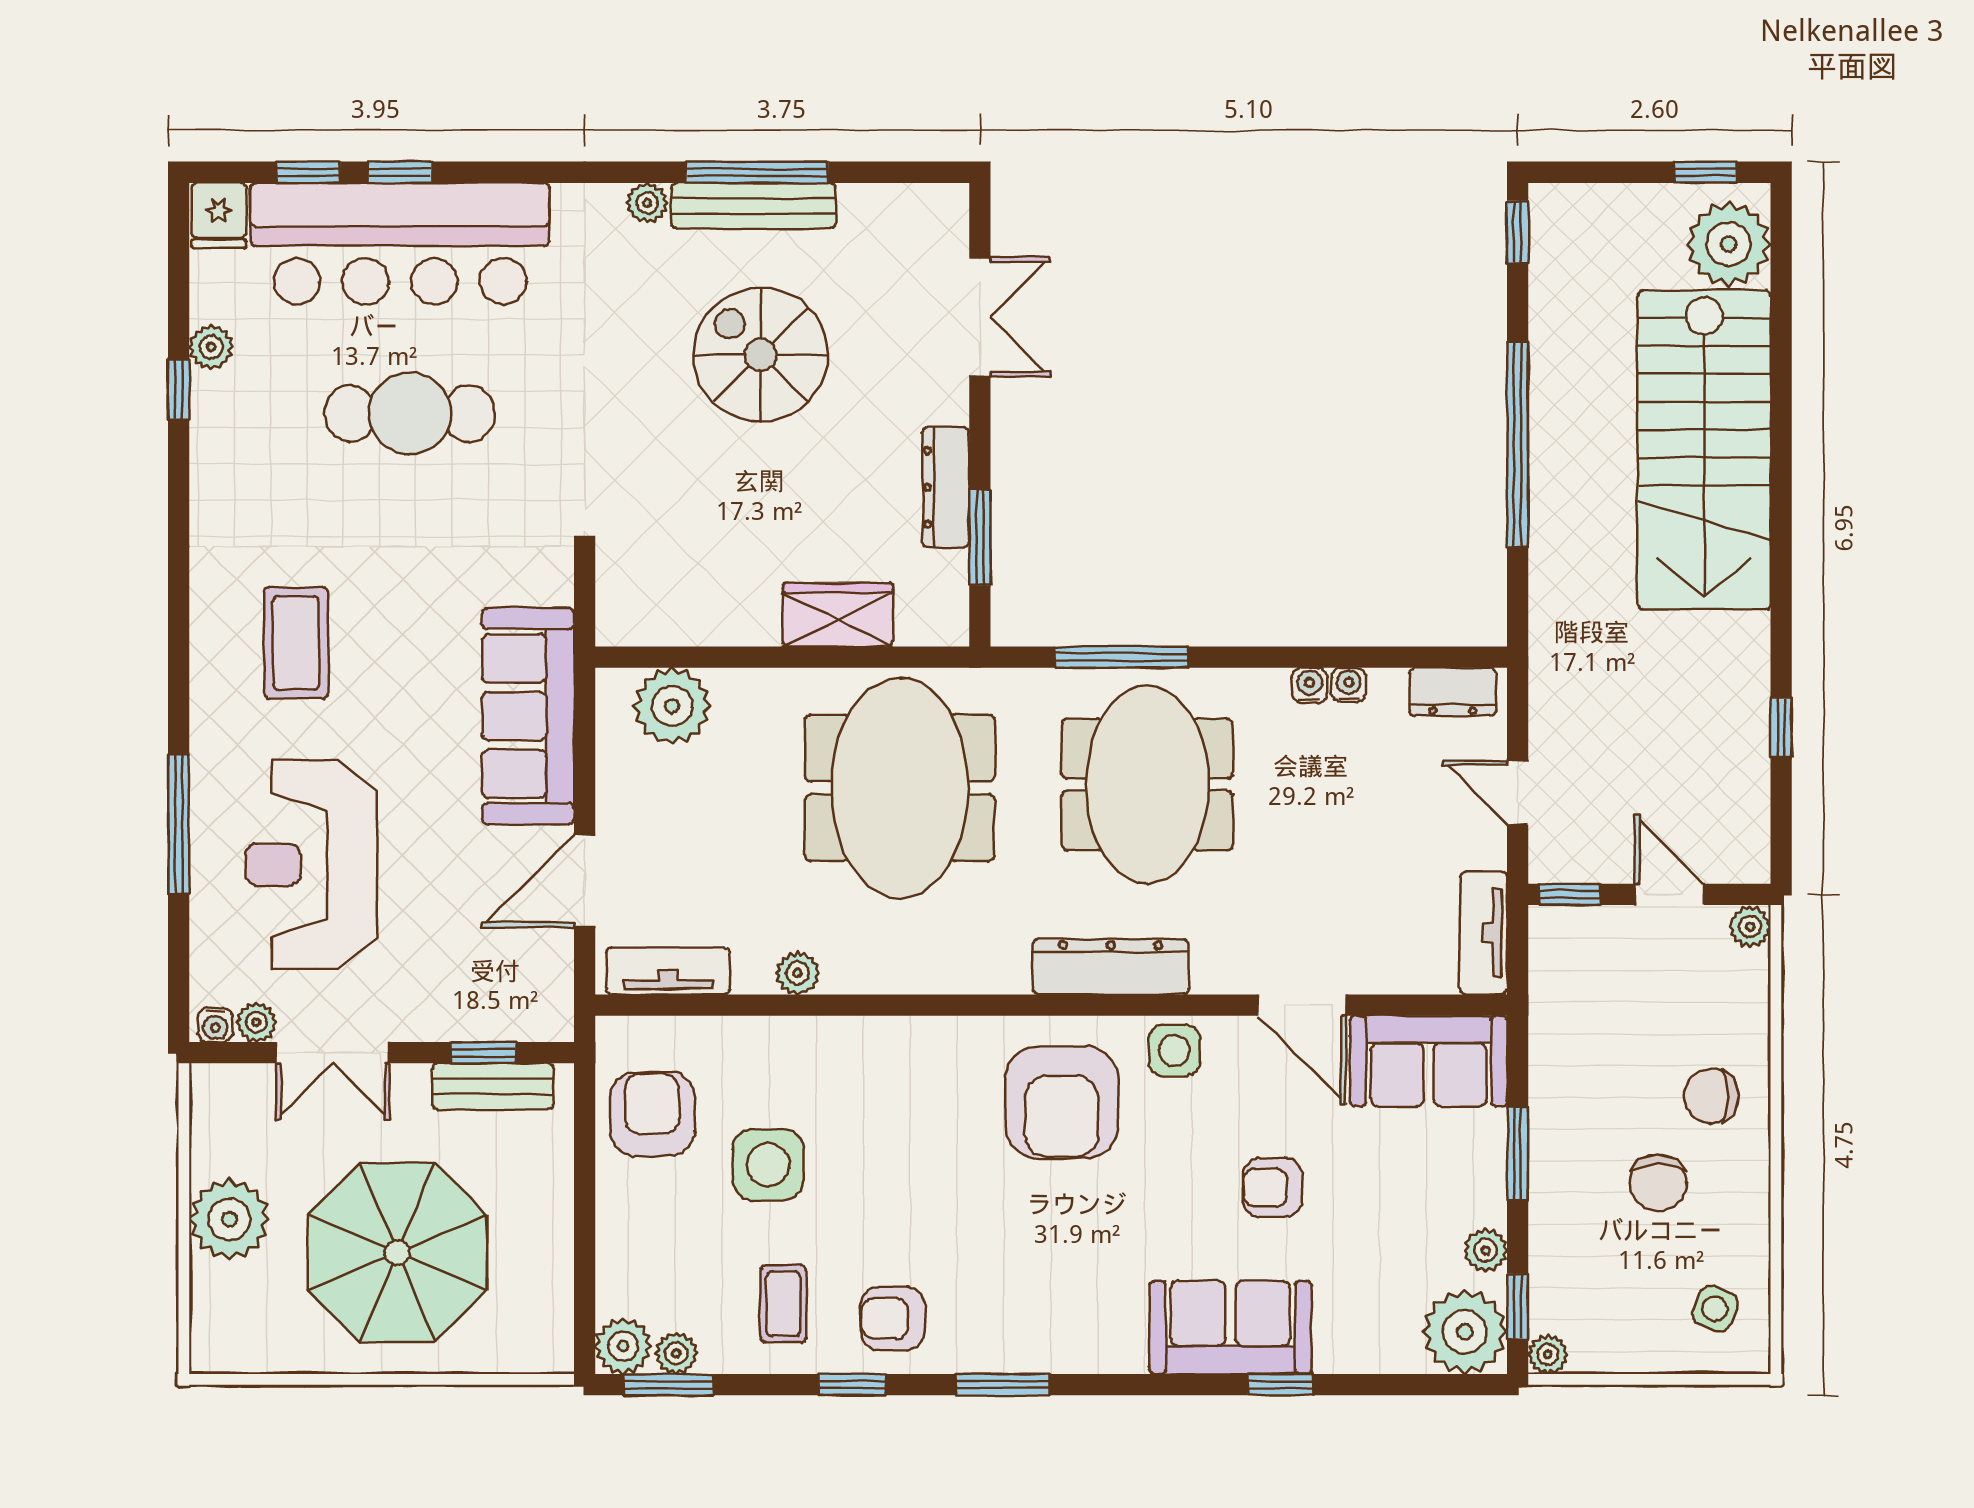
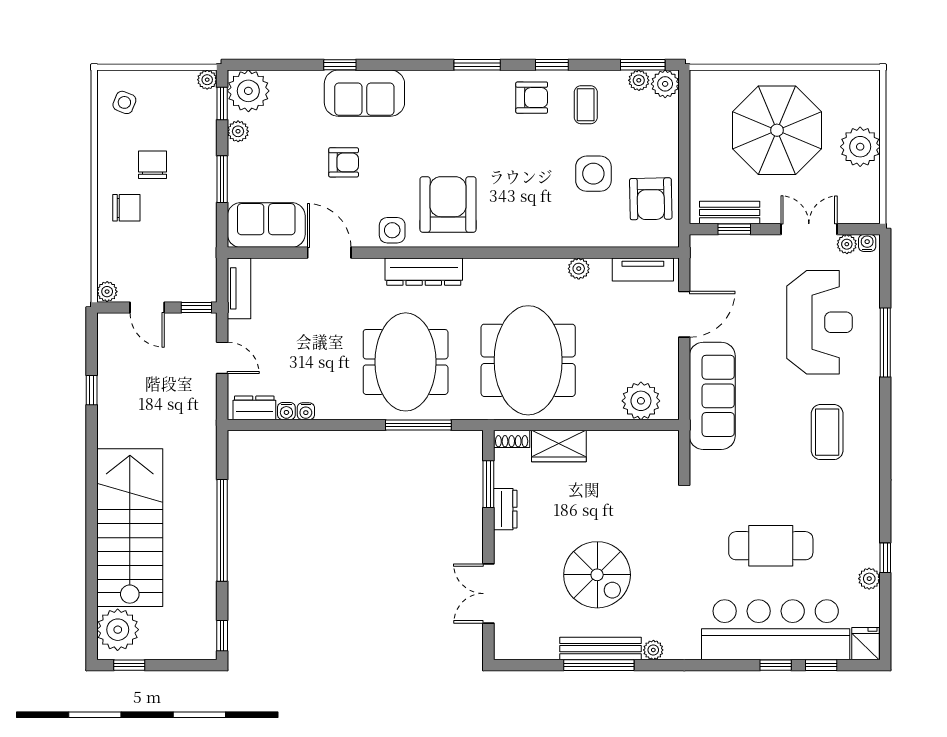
dresser: (946, 487) -> (505, 509), width x0.70
shoe rack: (933, 629) -> (512, 439), added
water cooler: (1310, 685) -> (286, 411), moved

